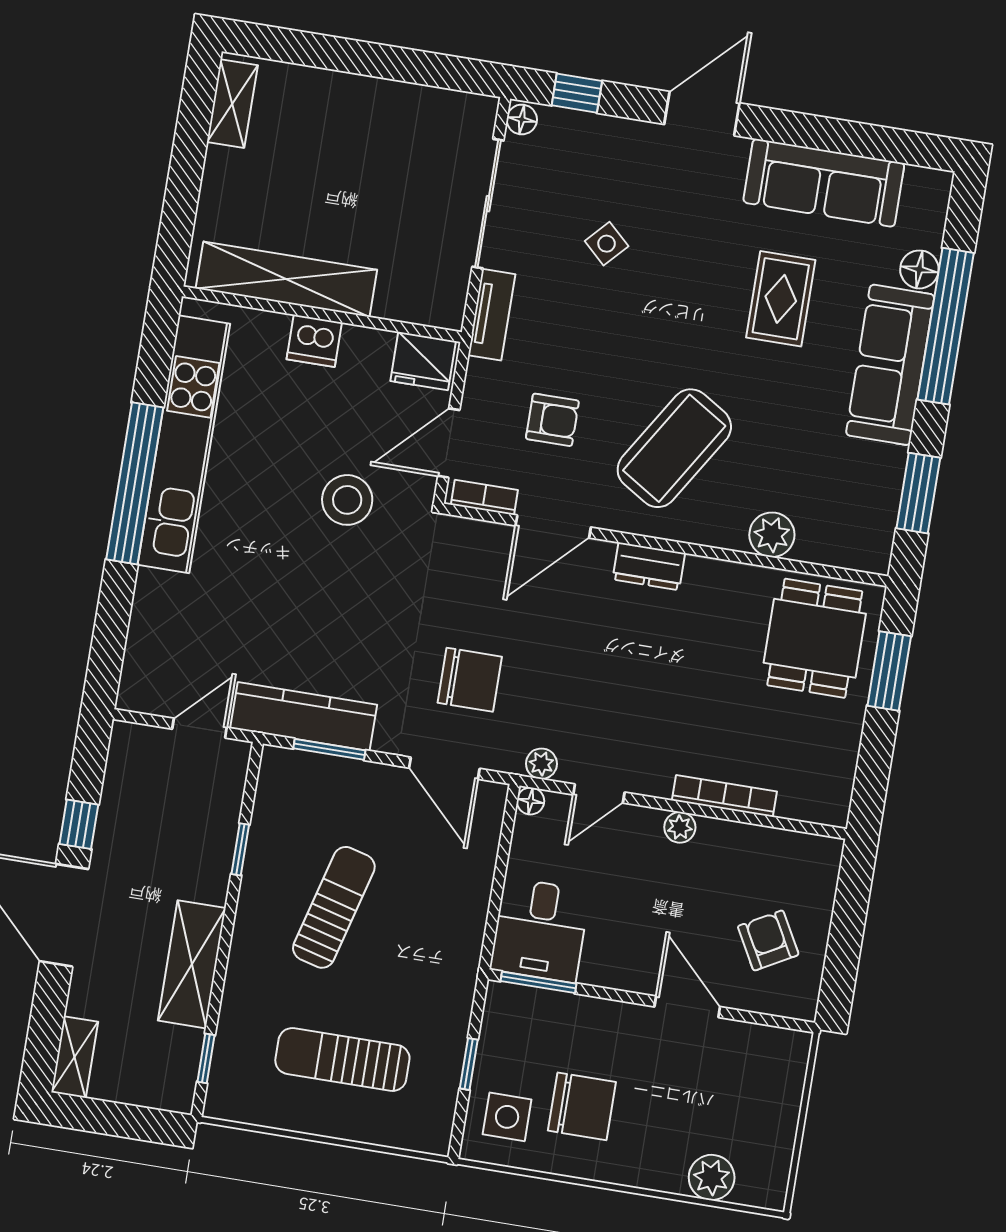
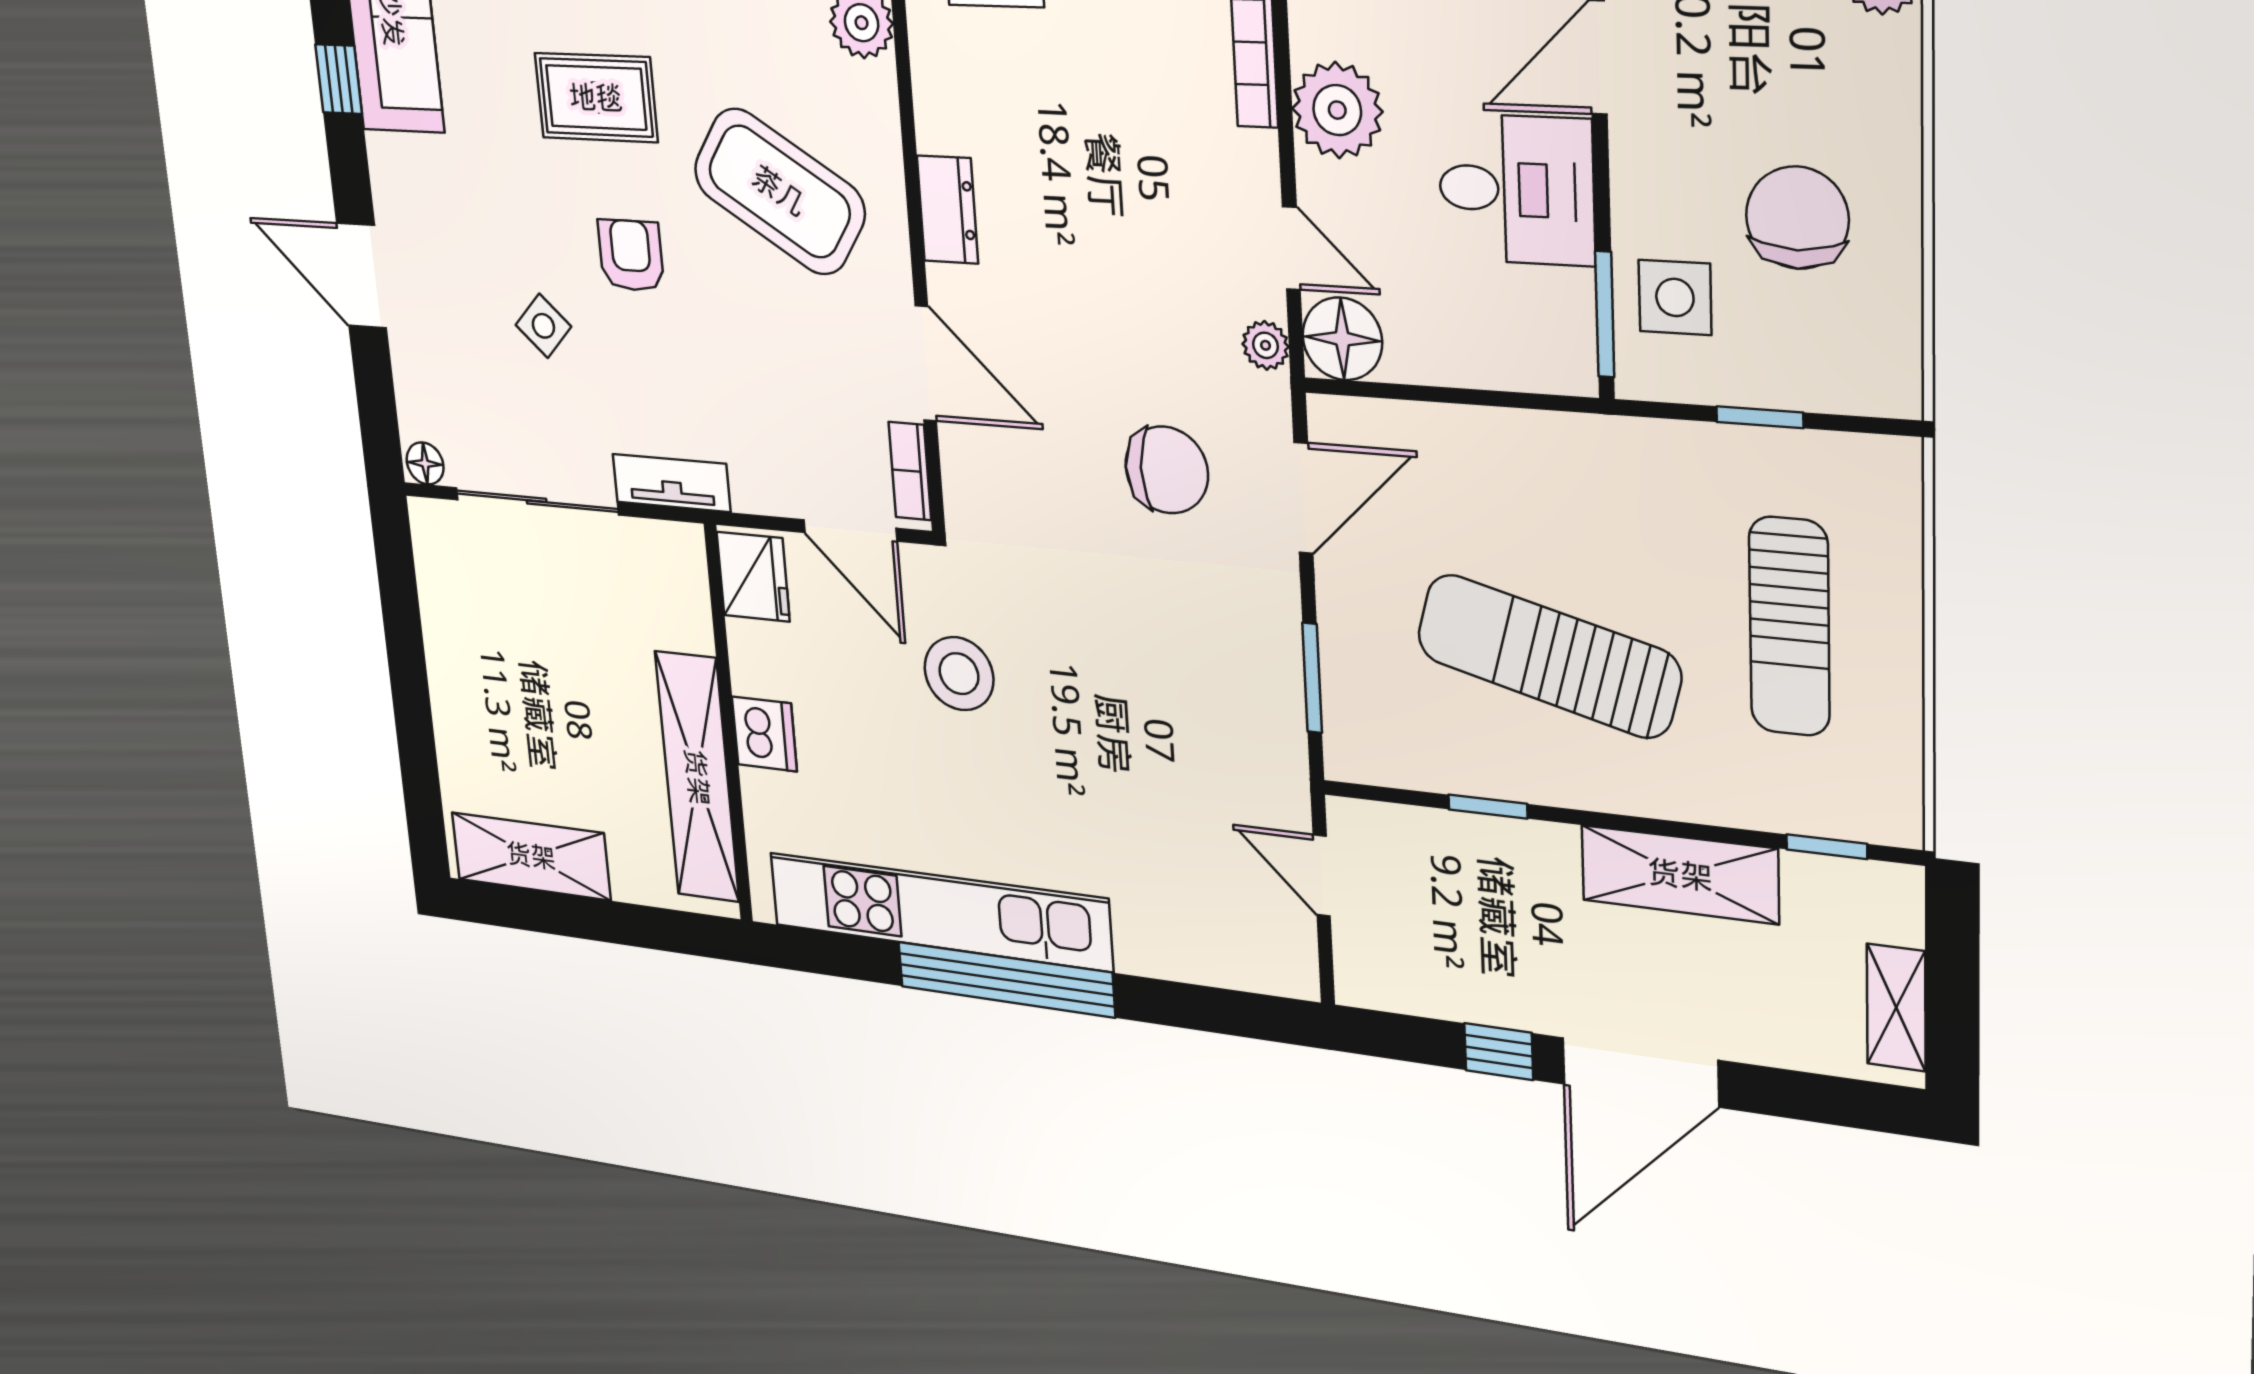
window: (577, 93) -> (339, 79), moved
shelving: (232, 104) -> (531, 856), width x1.50, depth x1.33
door: (702, 114) -> (362, 276), moved
rug: (781, 299) -> (596, 98), moved
armchair: (552, 420) -> (631, 255), moved
chair: (470, 680) -> (1167, 470), turned 90
kitchen counter: (304, 716) -> (1273, 720), removed
floor lamp: (530, 801) -> (1342, 339), width x1.89, depth x1.89
plant: (680, 827) -> (1337, 110), width x1.88, depth x1.88
sun lounger: (334, 907) -> (1548, 656), width x1.36, depth x1.34
desk: (540, 930) -> (1516, 190), moved
shelving: (75, 1057) -> (1896, 1008), moved, turned 90
side table: (507, 1117) -> (1675, 297), moved

